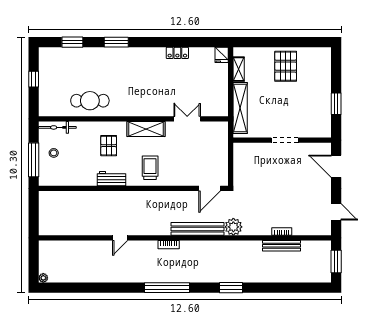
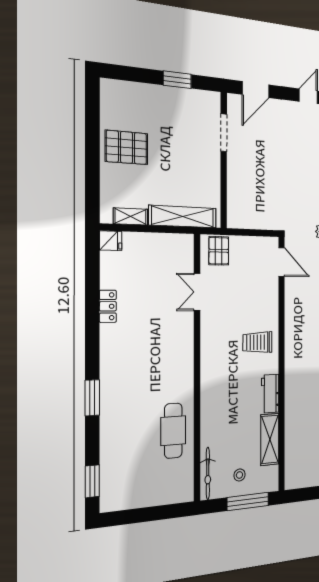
window: (72, 42) -> (92, 481), moved
window: (34, 79) -> (144, 515), removed
shelving: (146, 129) -> (270, 439), moved
doorway: (285, 140) -> (224, 133), moved
pallet: (109, 146) -> (219, 251), moved, turned 90

